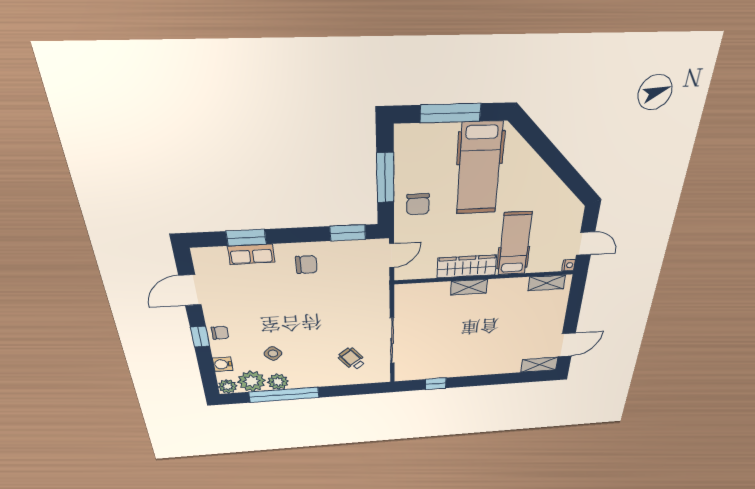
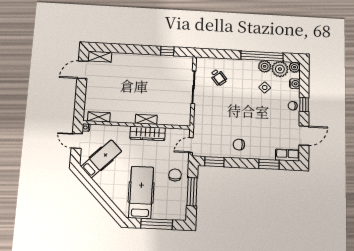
hospital bed: (515, 244) -> (101, 159), moved, turned -135
row of seats: (251, 254) -> (287, 155), moved

